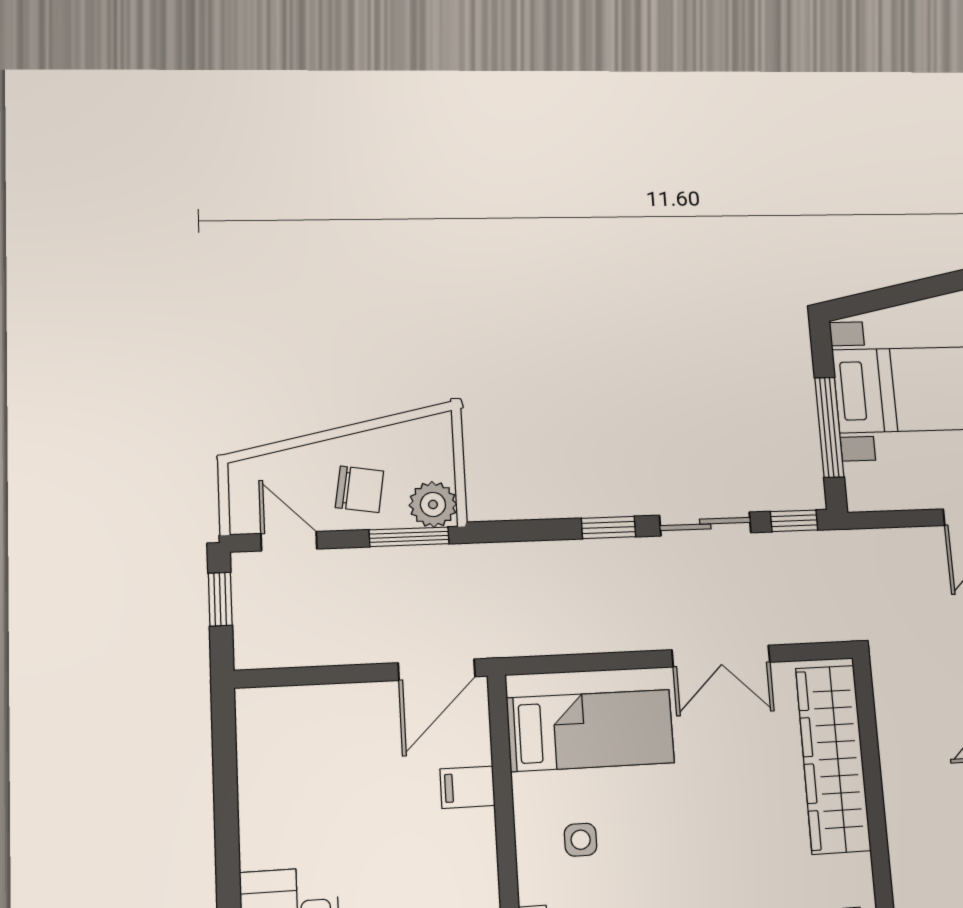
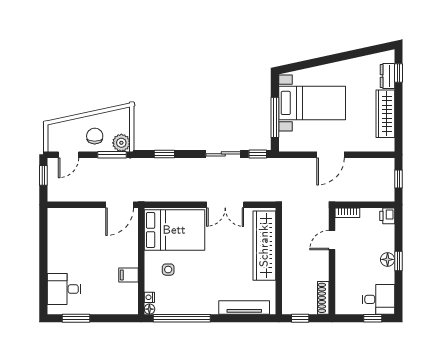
chair: (360, 489) -> (95, 136), turned -99
window: (608, 528) -> (164, 154), moved
door: (289, 541) -> (68, 155), swing flipped
bed: (591, 730) -> (174, 230), width x1.50
filing cabinet: (467, 787) -> (128, 275), moved

